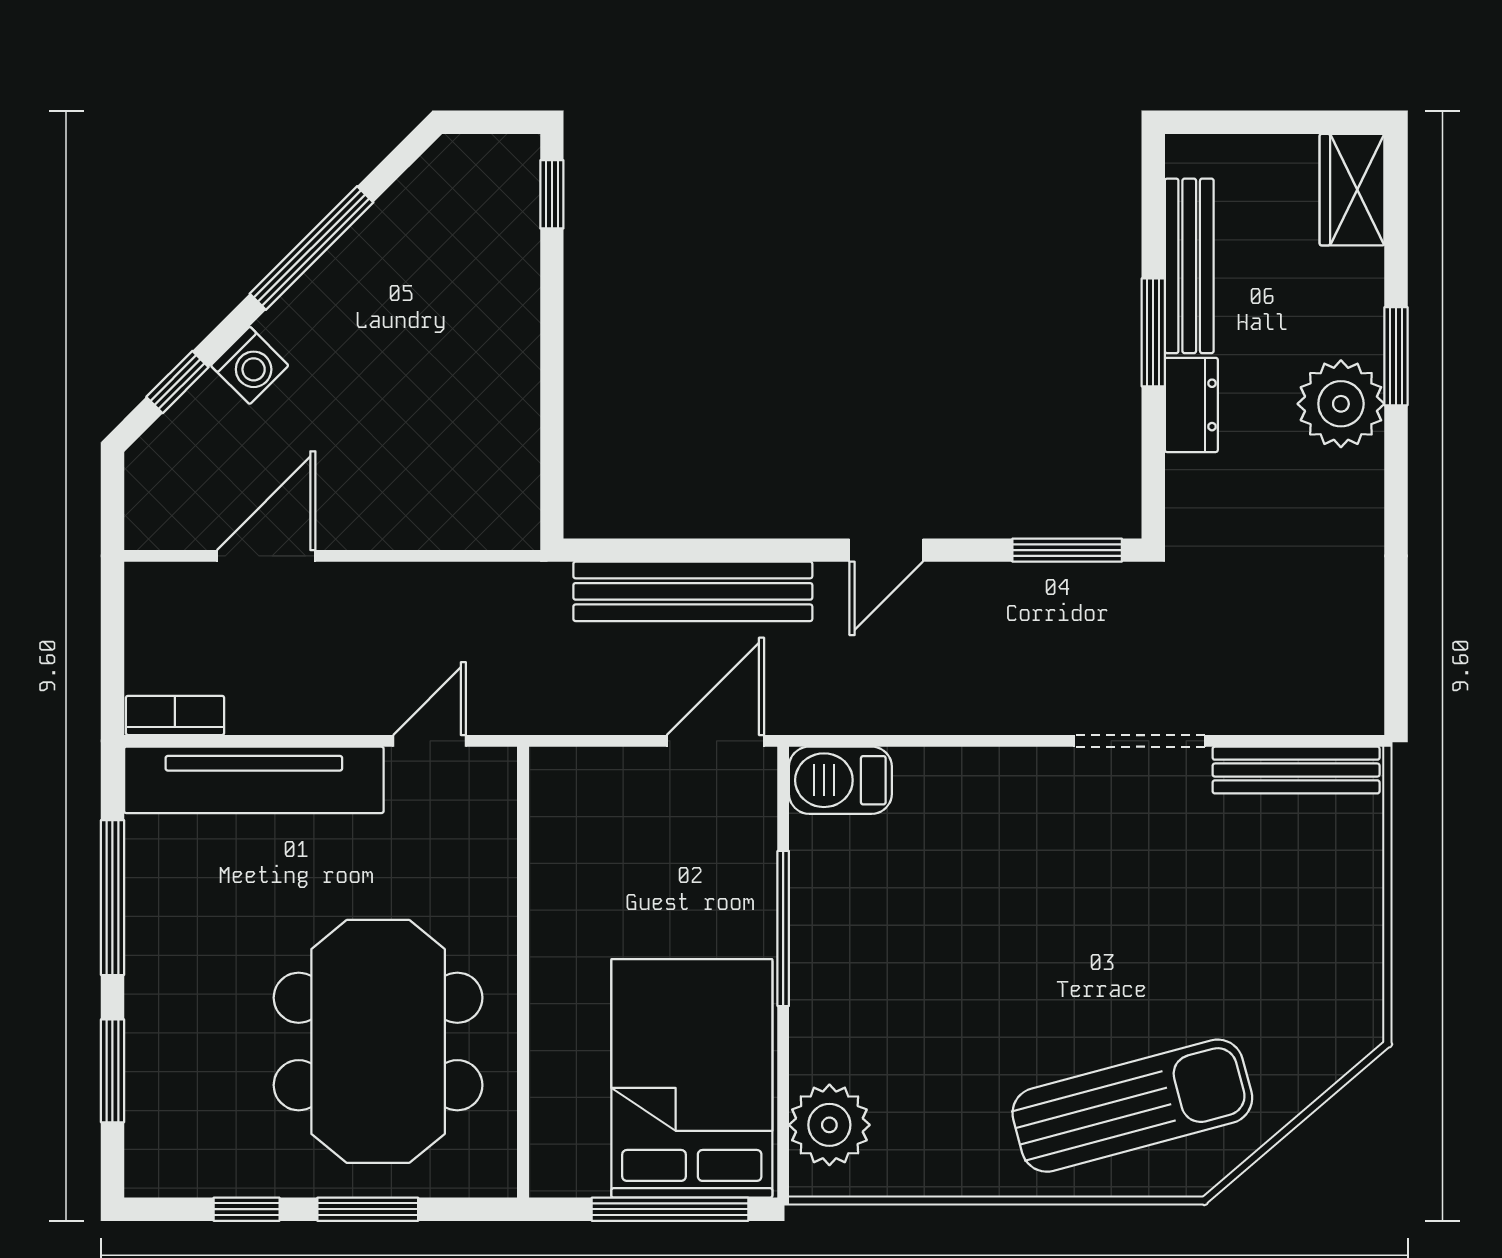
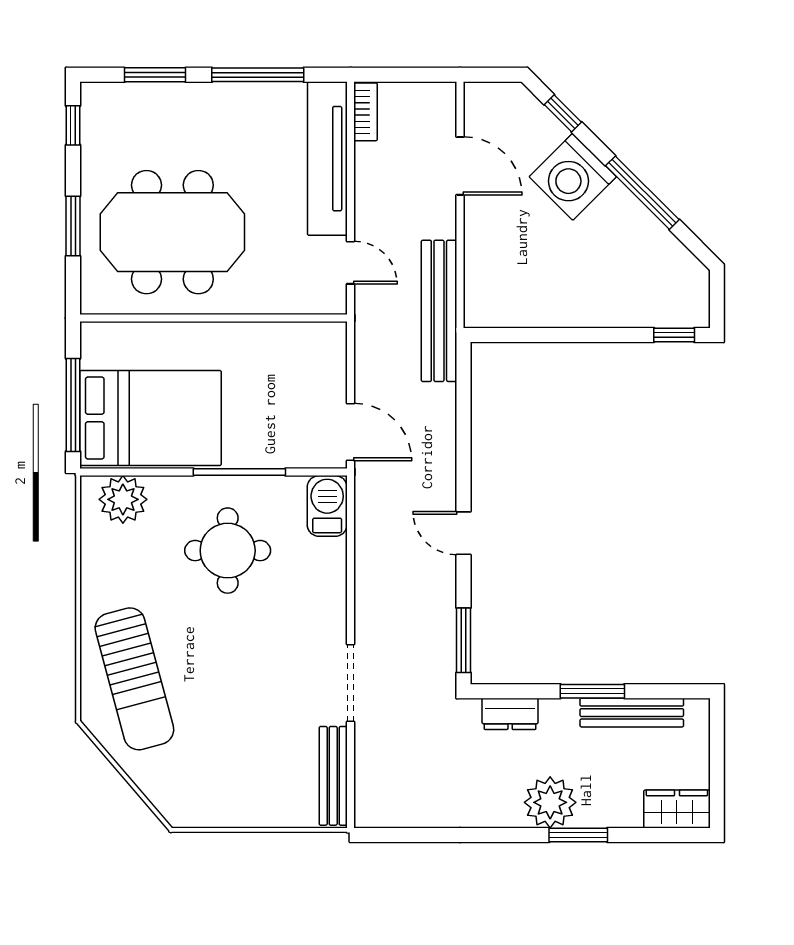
washing machine: (250, 365) -> (573, 177), width x1.89, depth x1.89
dresser: (1191, 405) -> (510, 714), moved
bench: (693, 591) -> (439, 311), moved
round table: (916, 948) -> (228, 551), added
window: (247, 1209) -> (73, 125), moved

